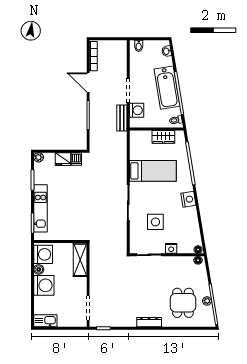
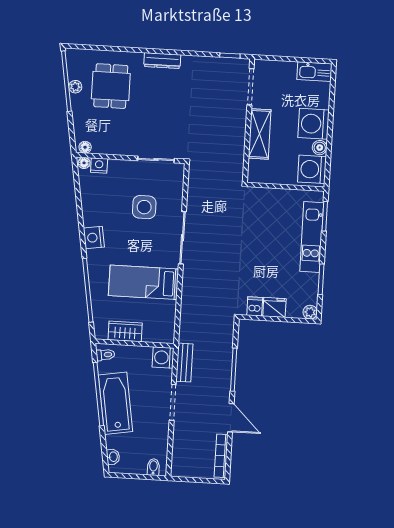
washing machine: (137, 110) -> (163, 357), moved
nightstand: (171, 248) -> (99, 165), moved
shelving: (80, 260) -> (260, 134), moved

